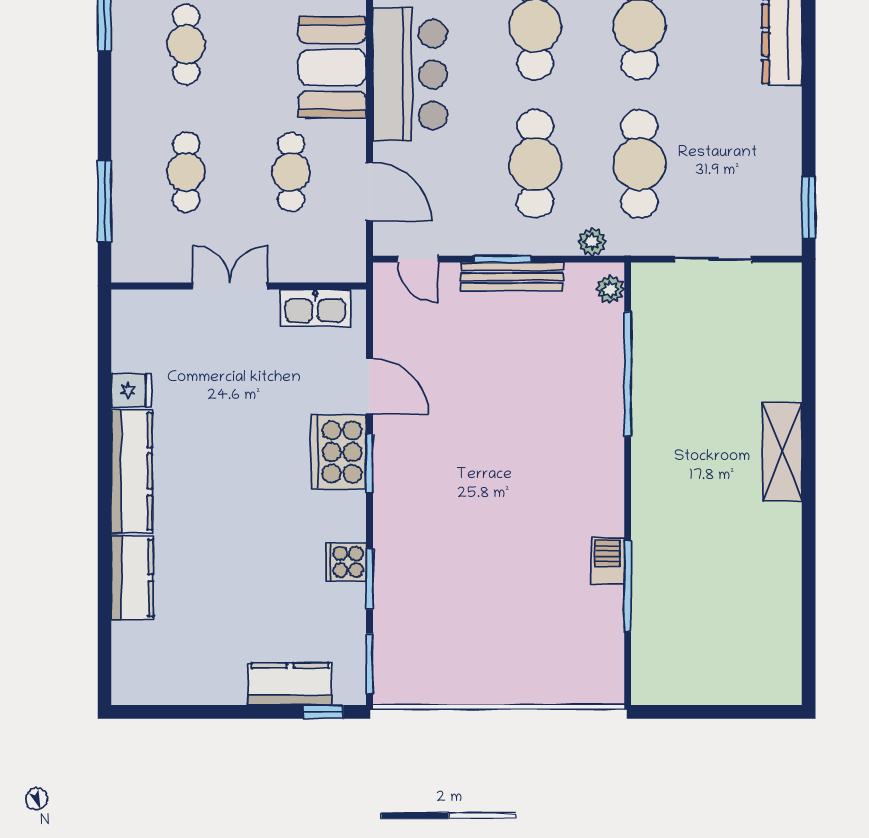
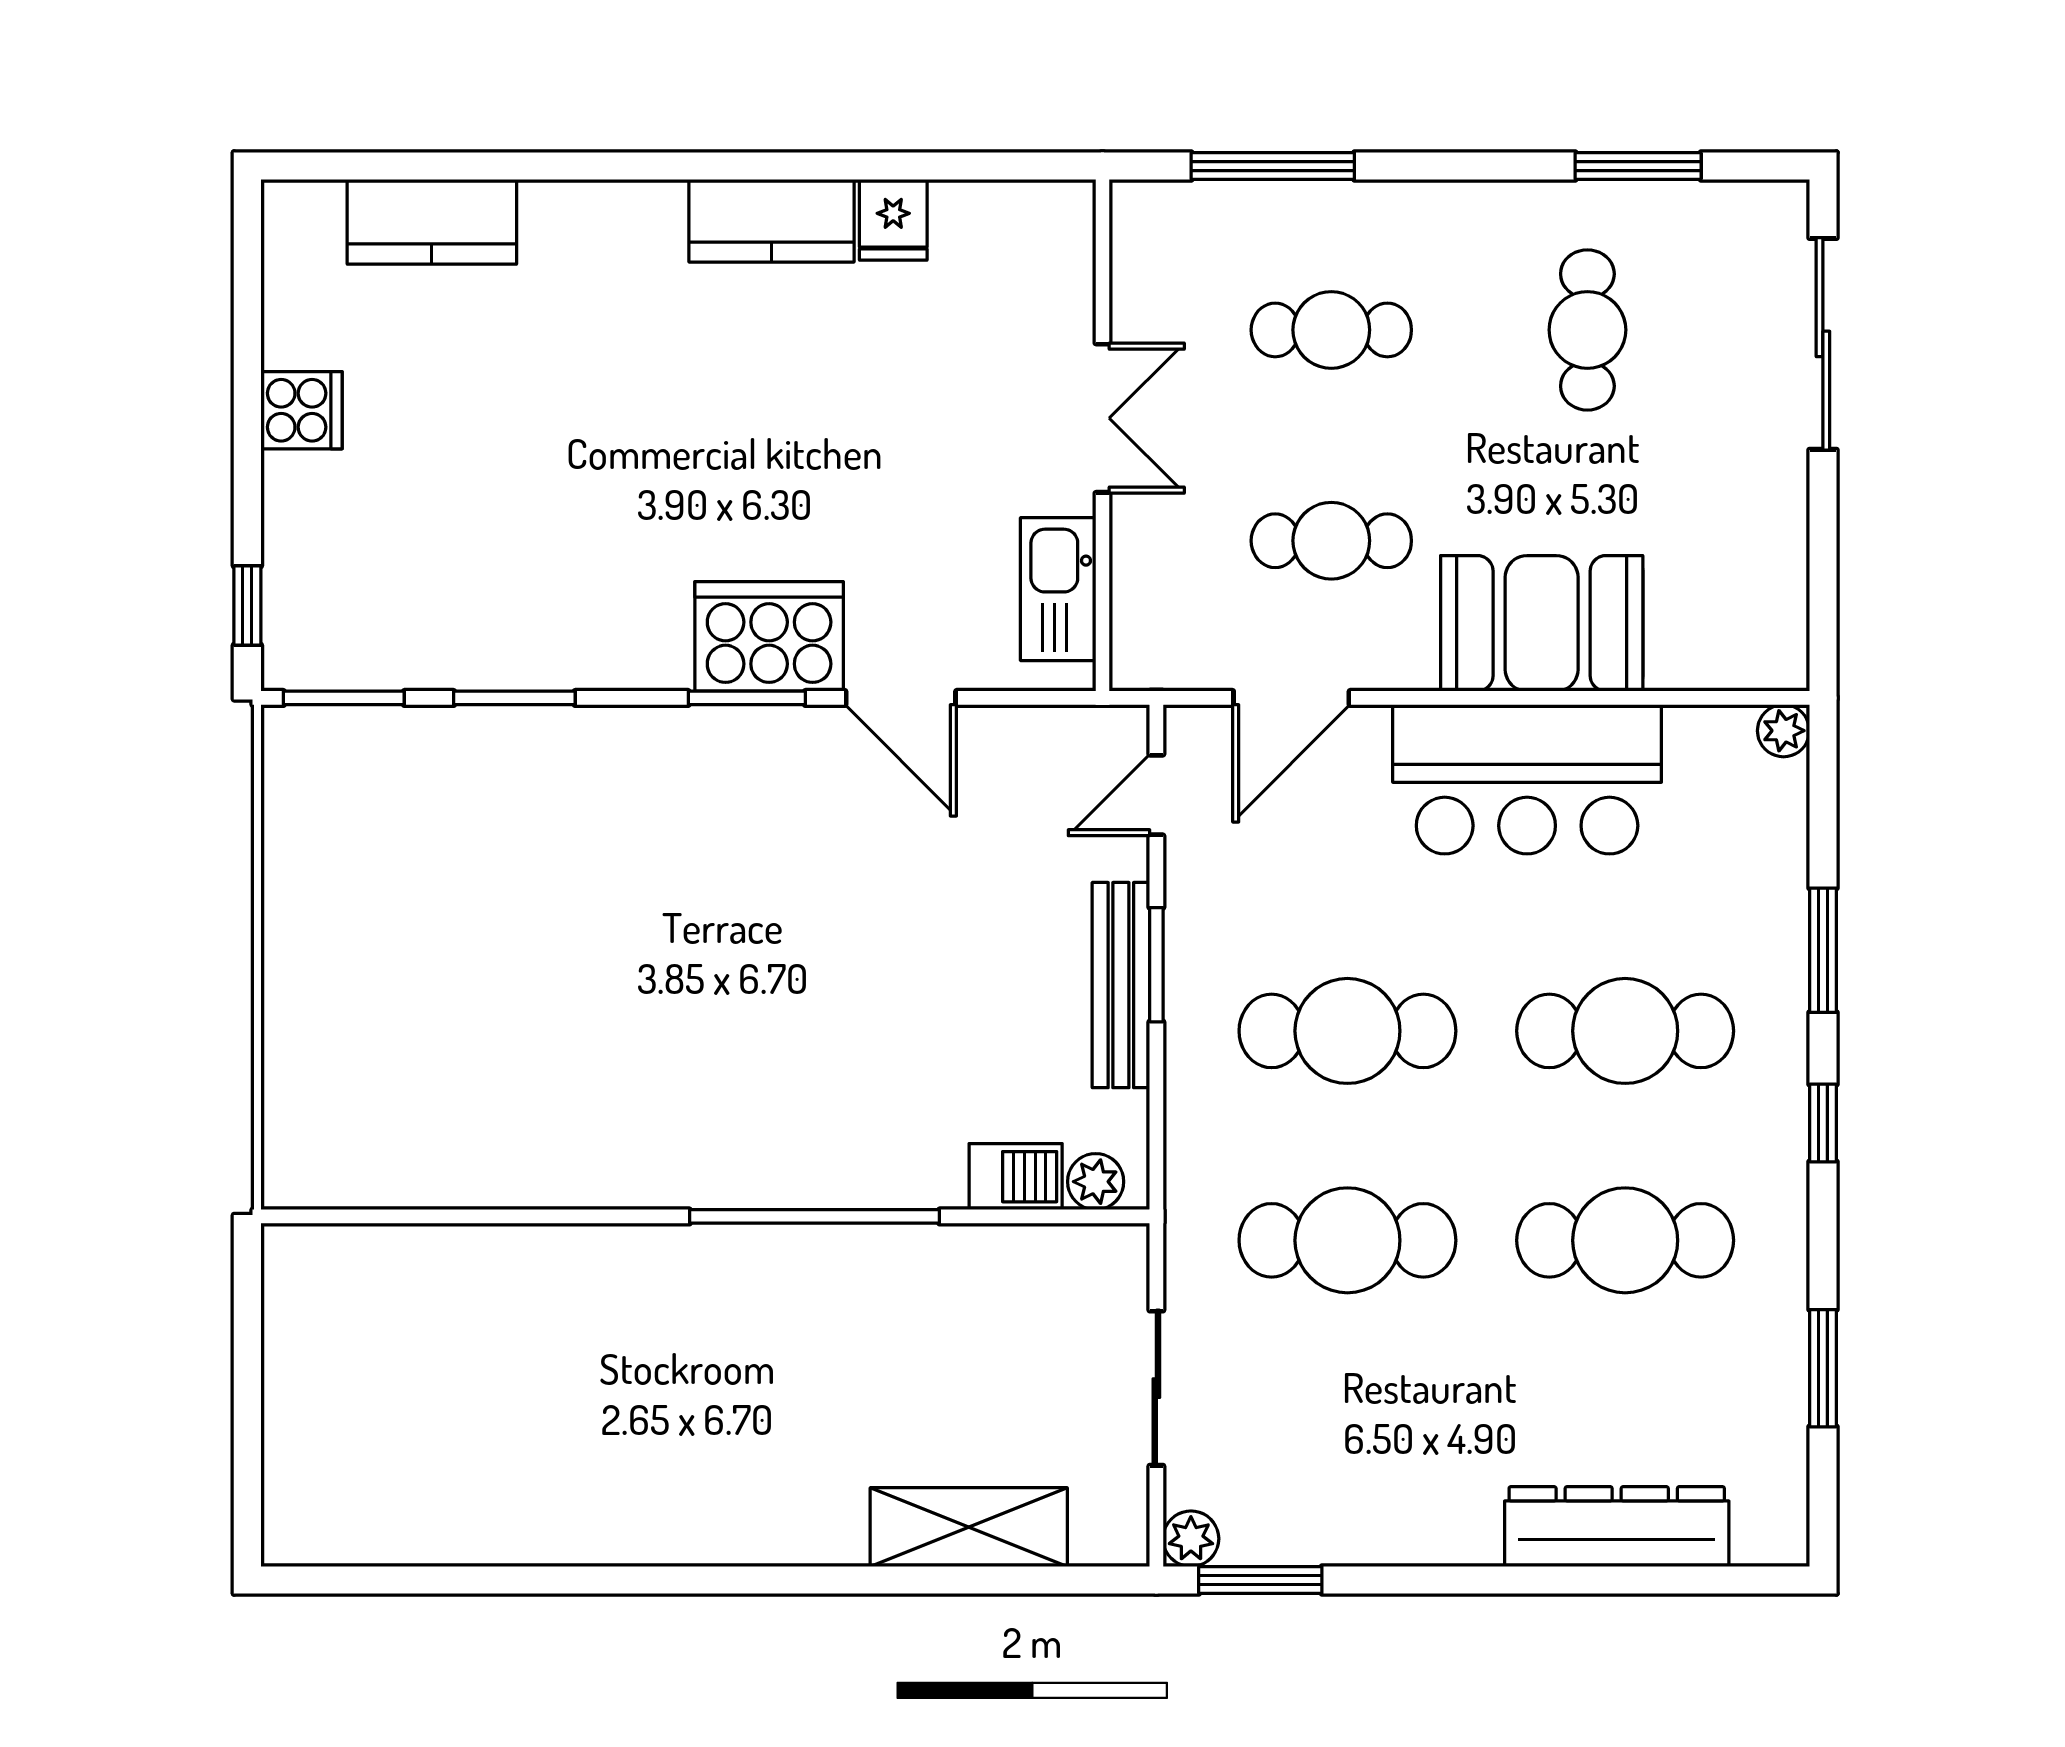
cafe table: (186, 44) -> (1587, 330), turned 90
plant: (592, 242) -> (1191, 1539), moved
window: (628, 374) -> (814, 1216), moved
door: (369, 386) -> (901, 698), hinge flipped
shelving: (782, 452) -> (969, 1527), moved
kitchen counter: (132, 471) -> (771, 221), width x0.67
barbecue: (608, 561) -> (1016, 1177), moved
cooker: (346, 562) -> (301, 410), moved, turned 90
kitchen counter: (132, 578) -> (432, 222), moved
window: (628, 586) -> (500, 1216), removed
kitchen counter: (290, 684) -> (303, 539), removed

